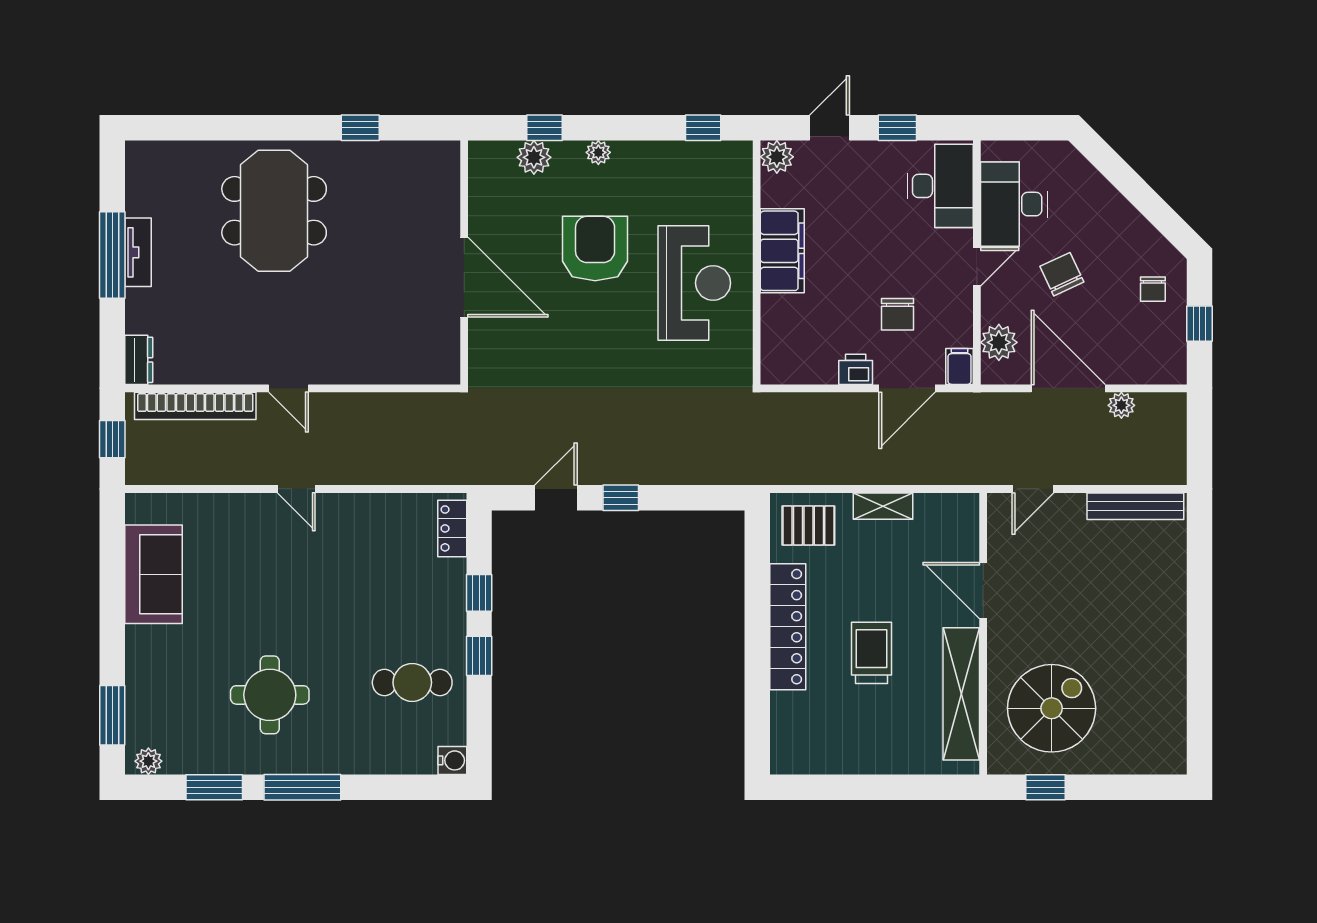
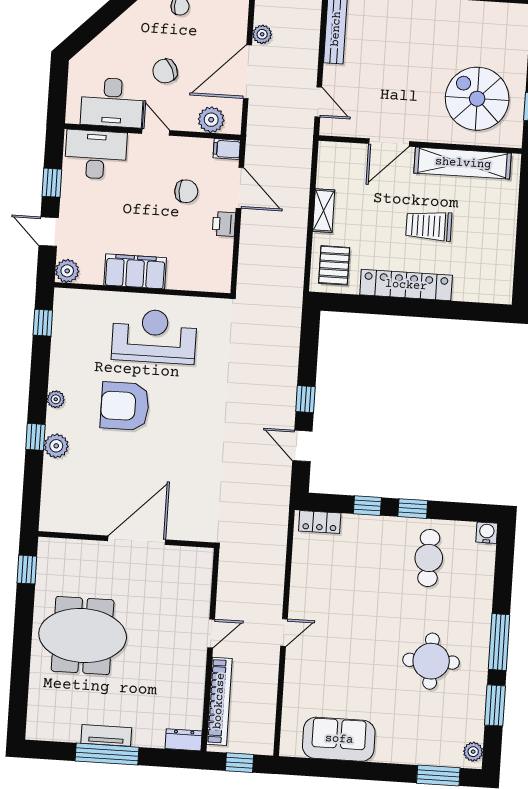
wall: (464, 262) -> (126, 540), moved
door: (464, 277) -> (137, 540), moved

